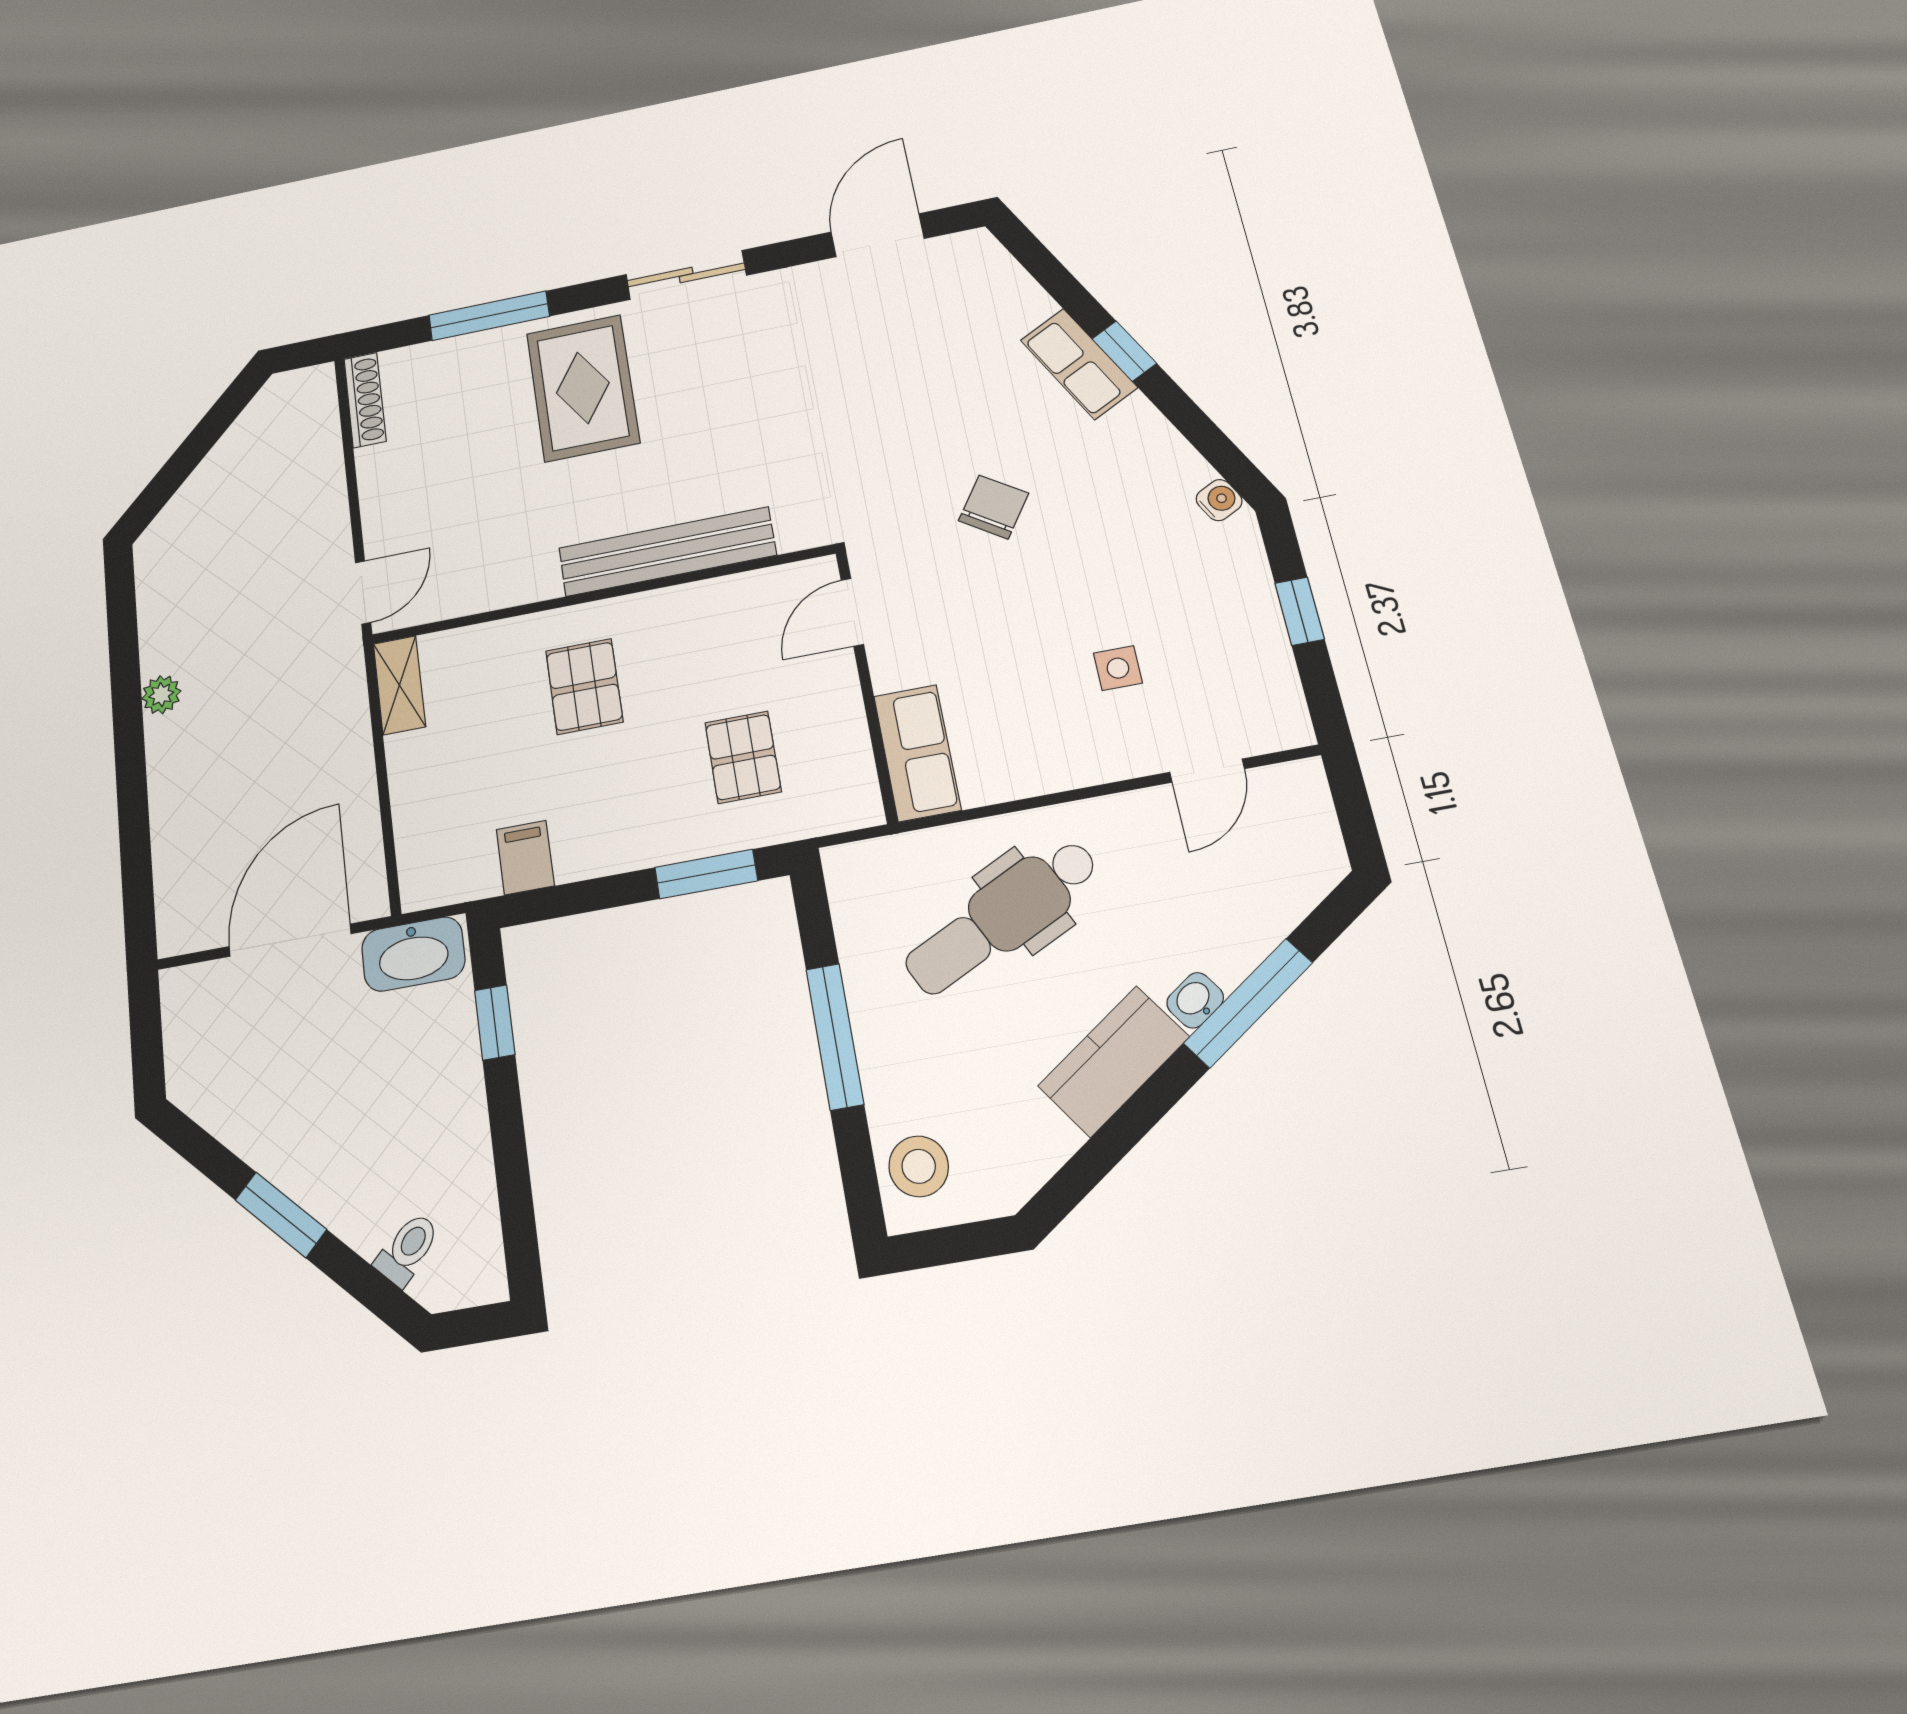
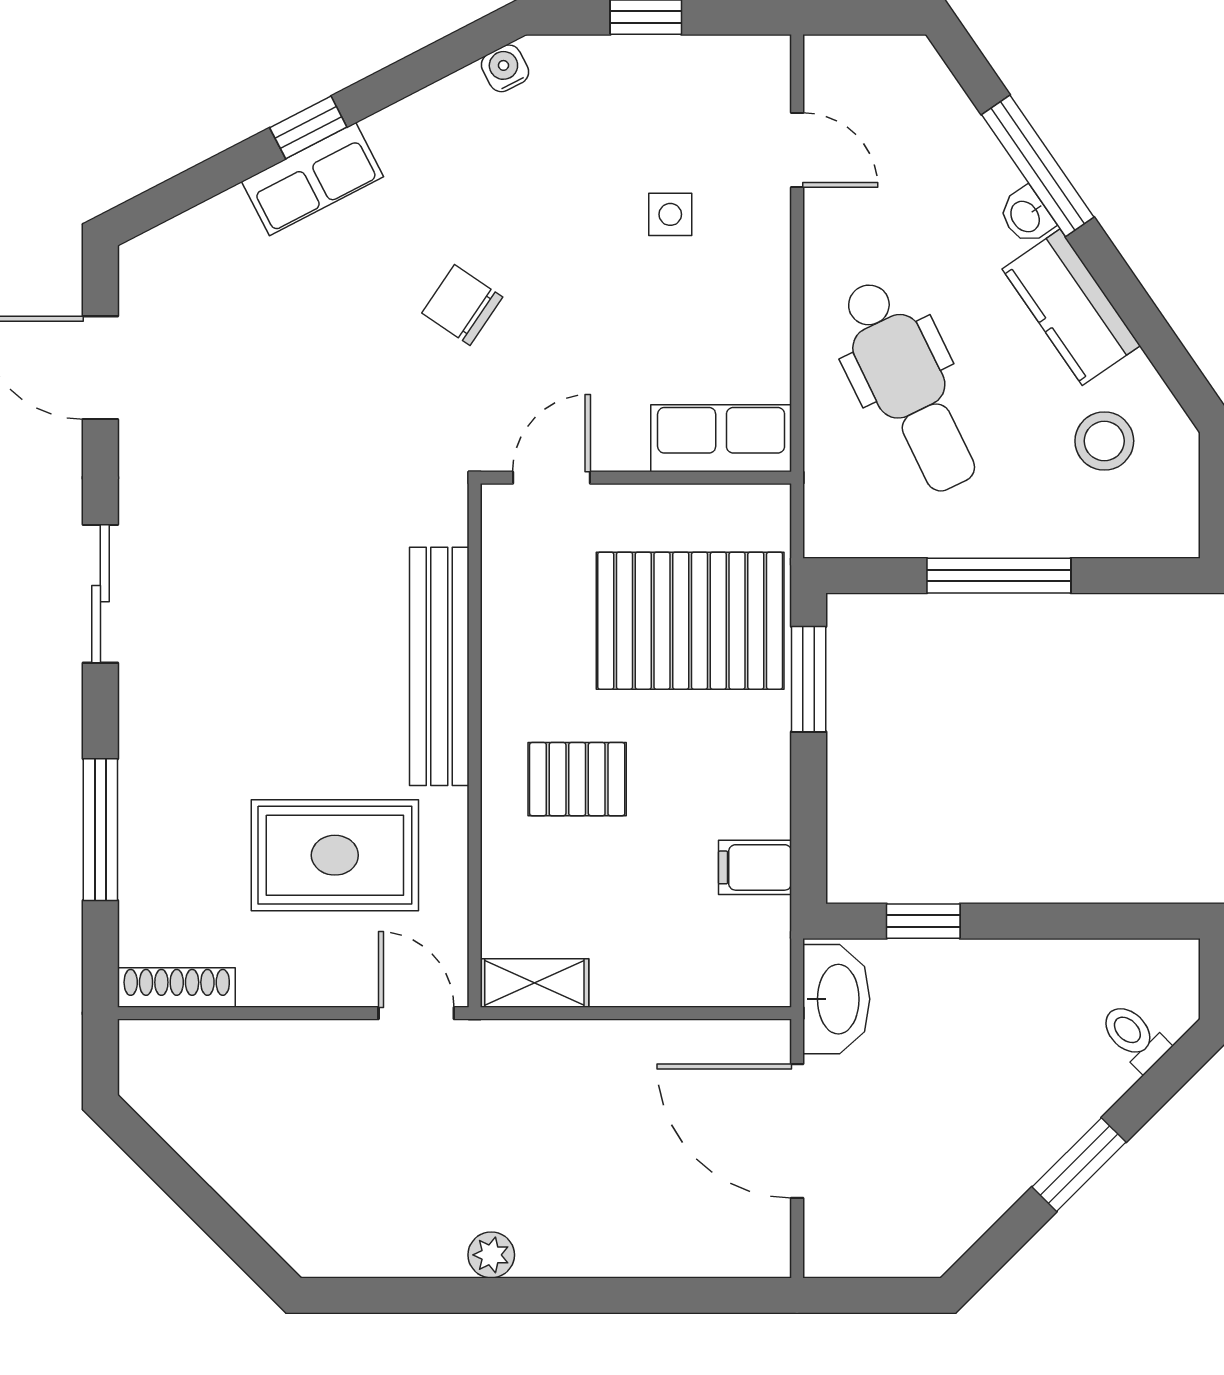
rug: (583, 388) -> (335, 855), moved
door: (852, 612) -> (552, 478), swing flipped
pallet: (743, 757) -> (690, 621), width x2.05, depth x2.00
stool: (919, 1166) -> (1104, 441), moved

